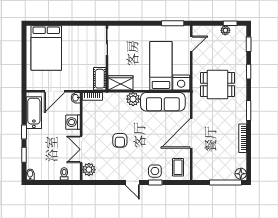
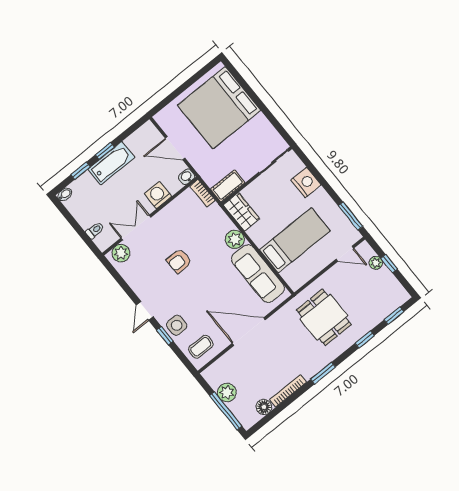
window: (230, 23) -> (389, 264), moved
plant: (225, 30) -> (376, 263), moved
bed: (46, 48) -> (219, 108), width x1.36
nightstand: (181, 82) -> (306, 183), moved, turned 180
bathtub: (34, 113) -> (111, 163), moved
plant: (216, 173) -> (227, 392), added
floor lamp: (241, 174) -> (264, 407), moved

